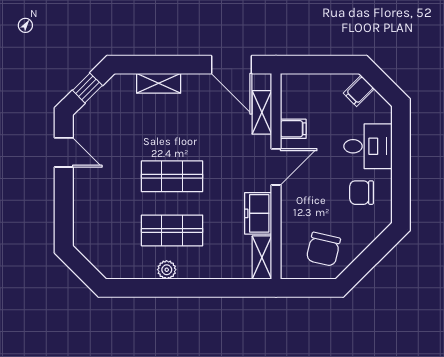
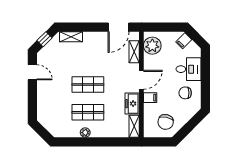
door: (232, 65) -> (118, 27), hinge flipped
shelving: (159, 83) -> (71, 37), moved
plant: (297, 100) -> (152, 46), added
filing cabinet: (293, 129) -> (150, 98), moved

